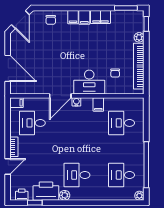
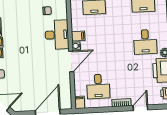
door: (60, 96) -> (71, 61), hinge flipped
filing cabinet: (98, 105) -> (78, 36), moved
door: (8, 166) -> (140, 108), hinge flipped

